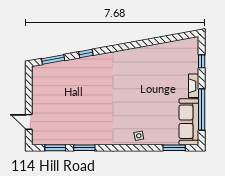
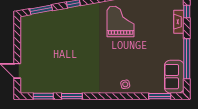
grand piano: (134, 72) -> (121, 22), added
fireplace: (194, 86) -> (179, 22), moved
sofa: (189, 122) -> (174, 77), width x0.73

